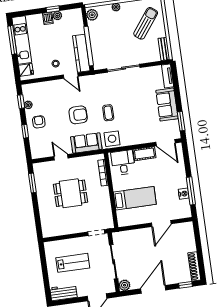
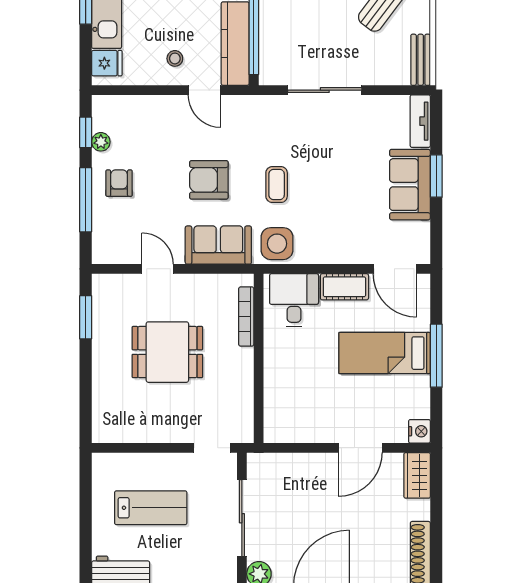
armchair: (78, 115) -> (209, 180), turned 180
window: (181, 121) -> (436, 176), moved
window: (25, 131) -> (86, 200), width x2.17
window: (191, 191) -> (436, 356), moved
nightstand: (184, 194) -> (419, 431), moved
bed: (135, 198) -> (385, 353), moved, turned 180
wardrobe: (188, 232) -> (417, 475), added

